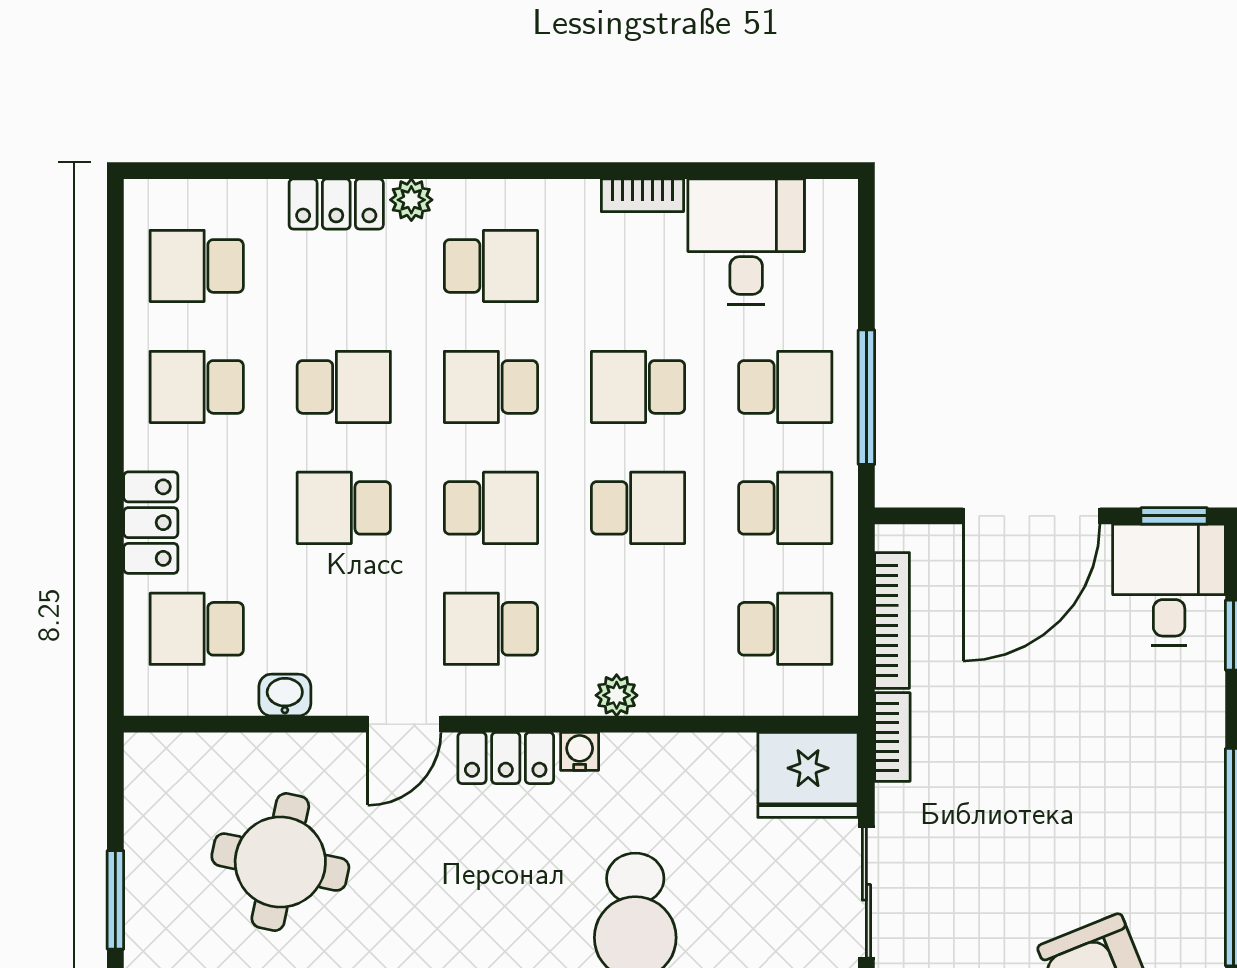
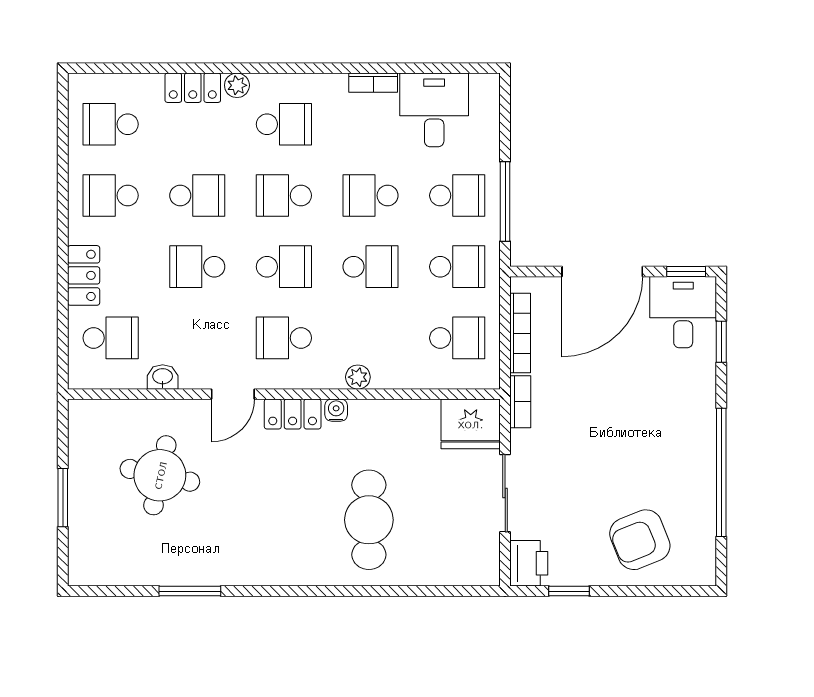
school desk: (197, 629) -> (111, 338), turned 180

